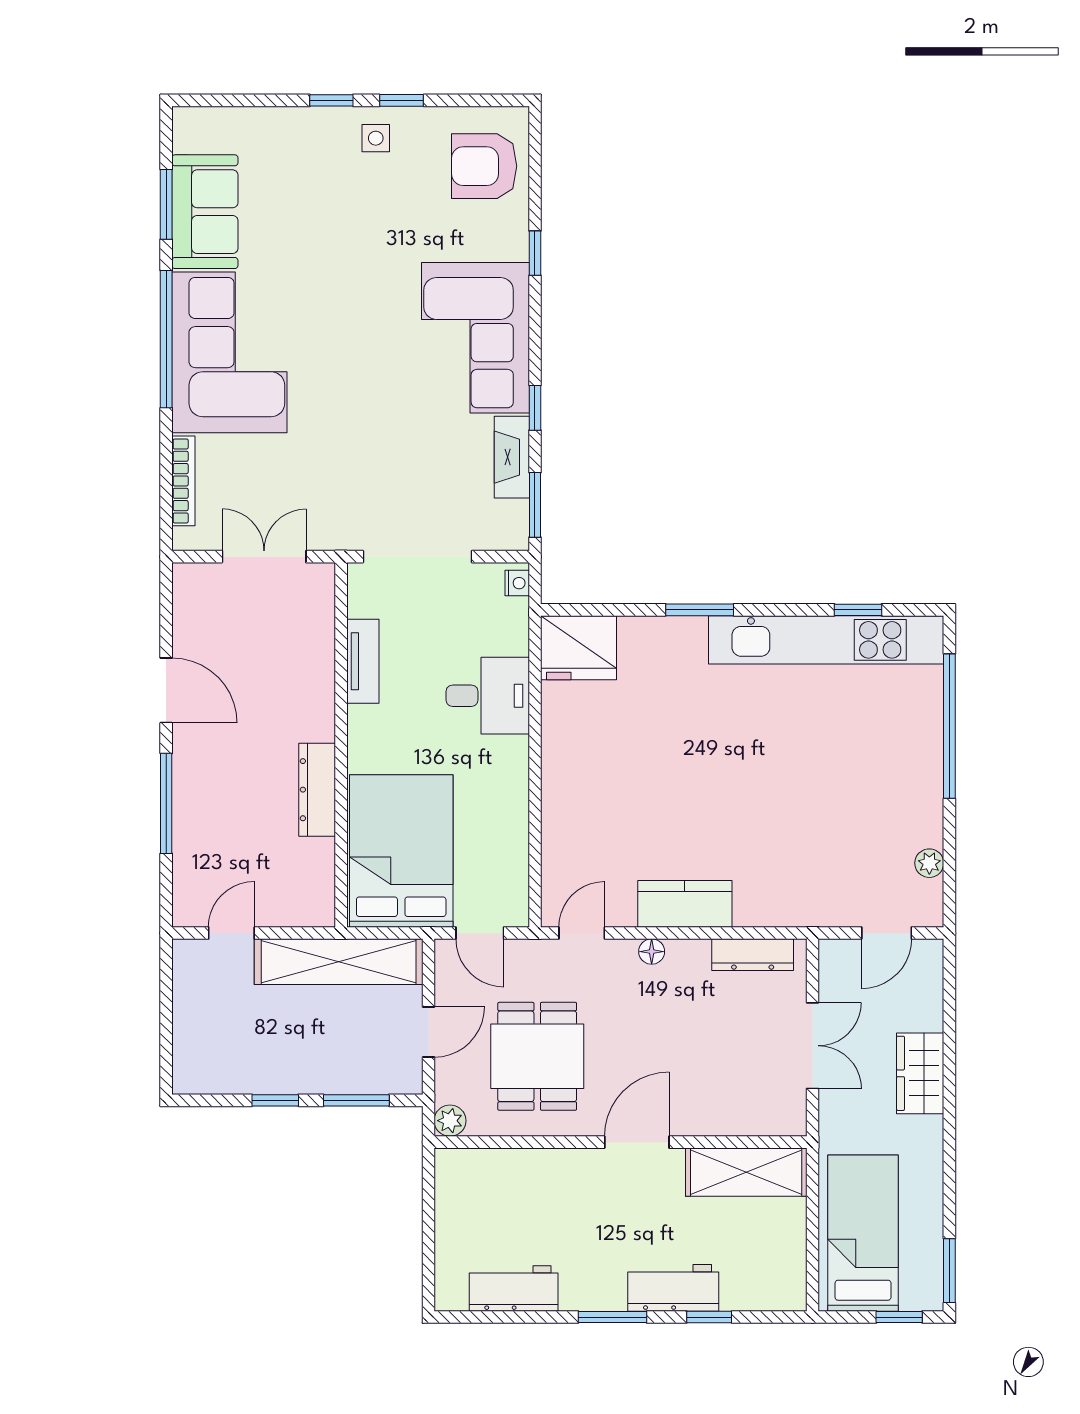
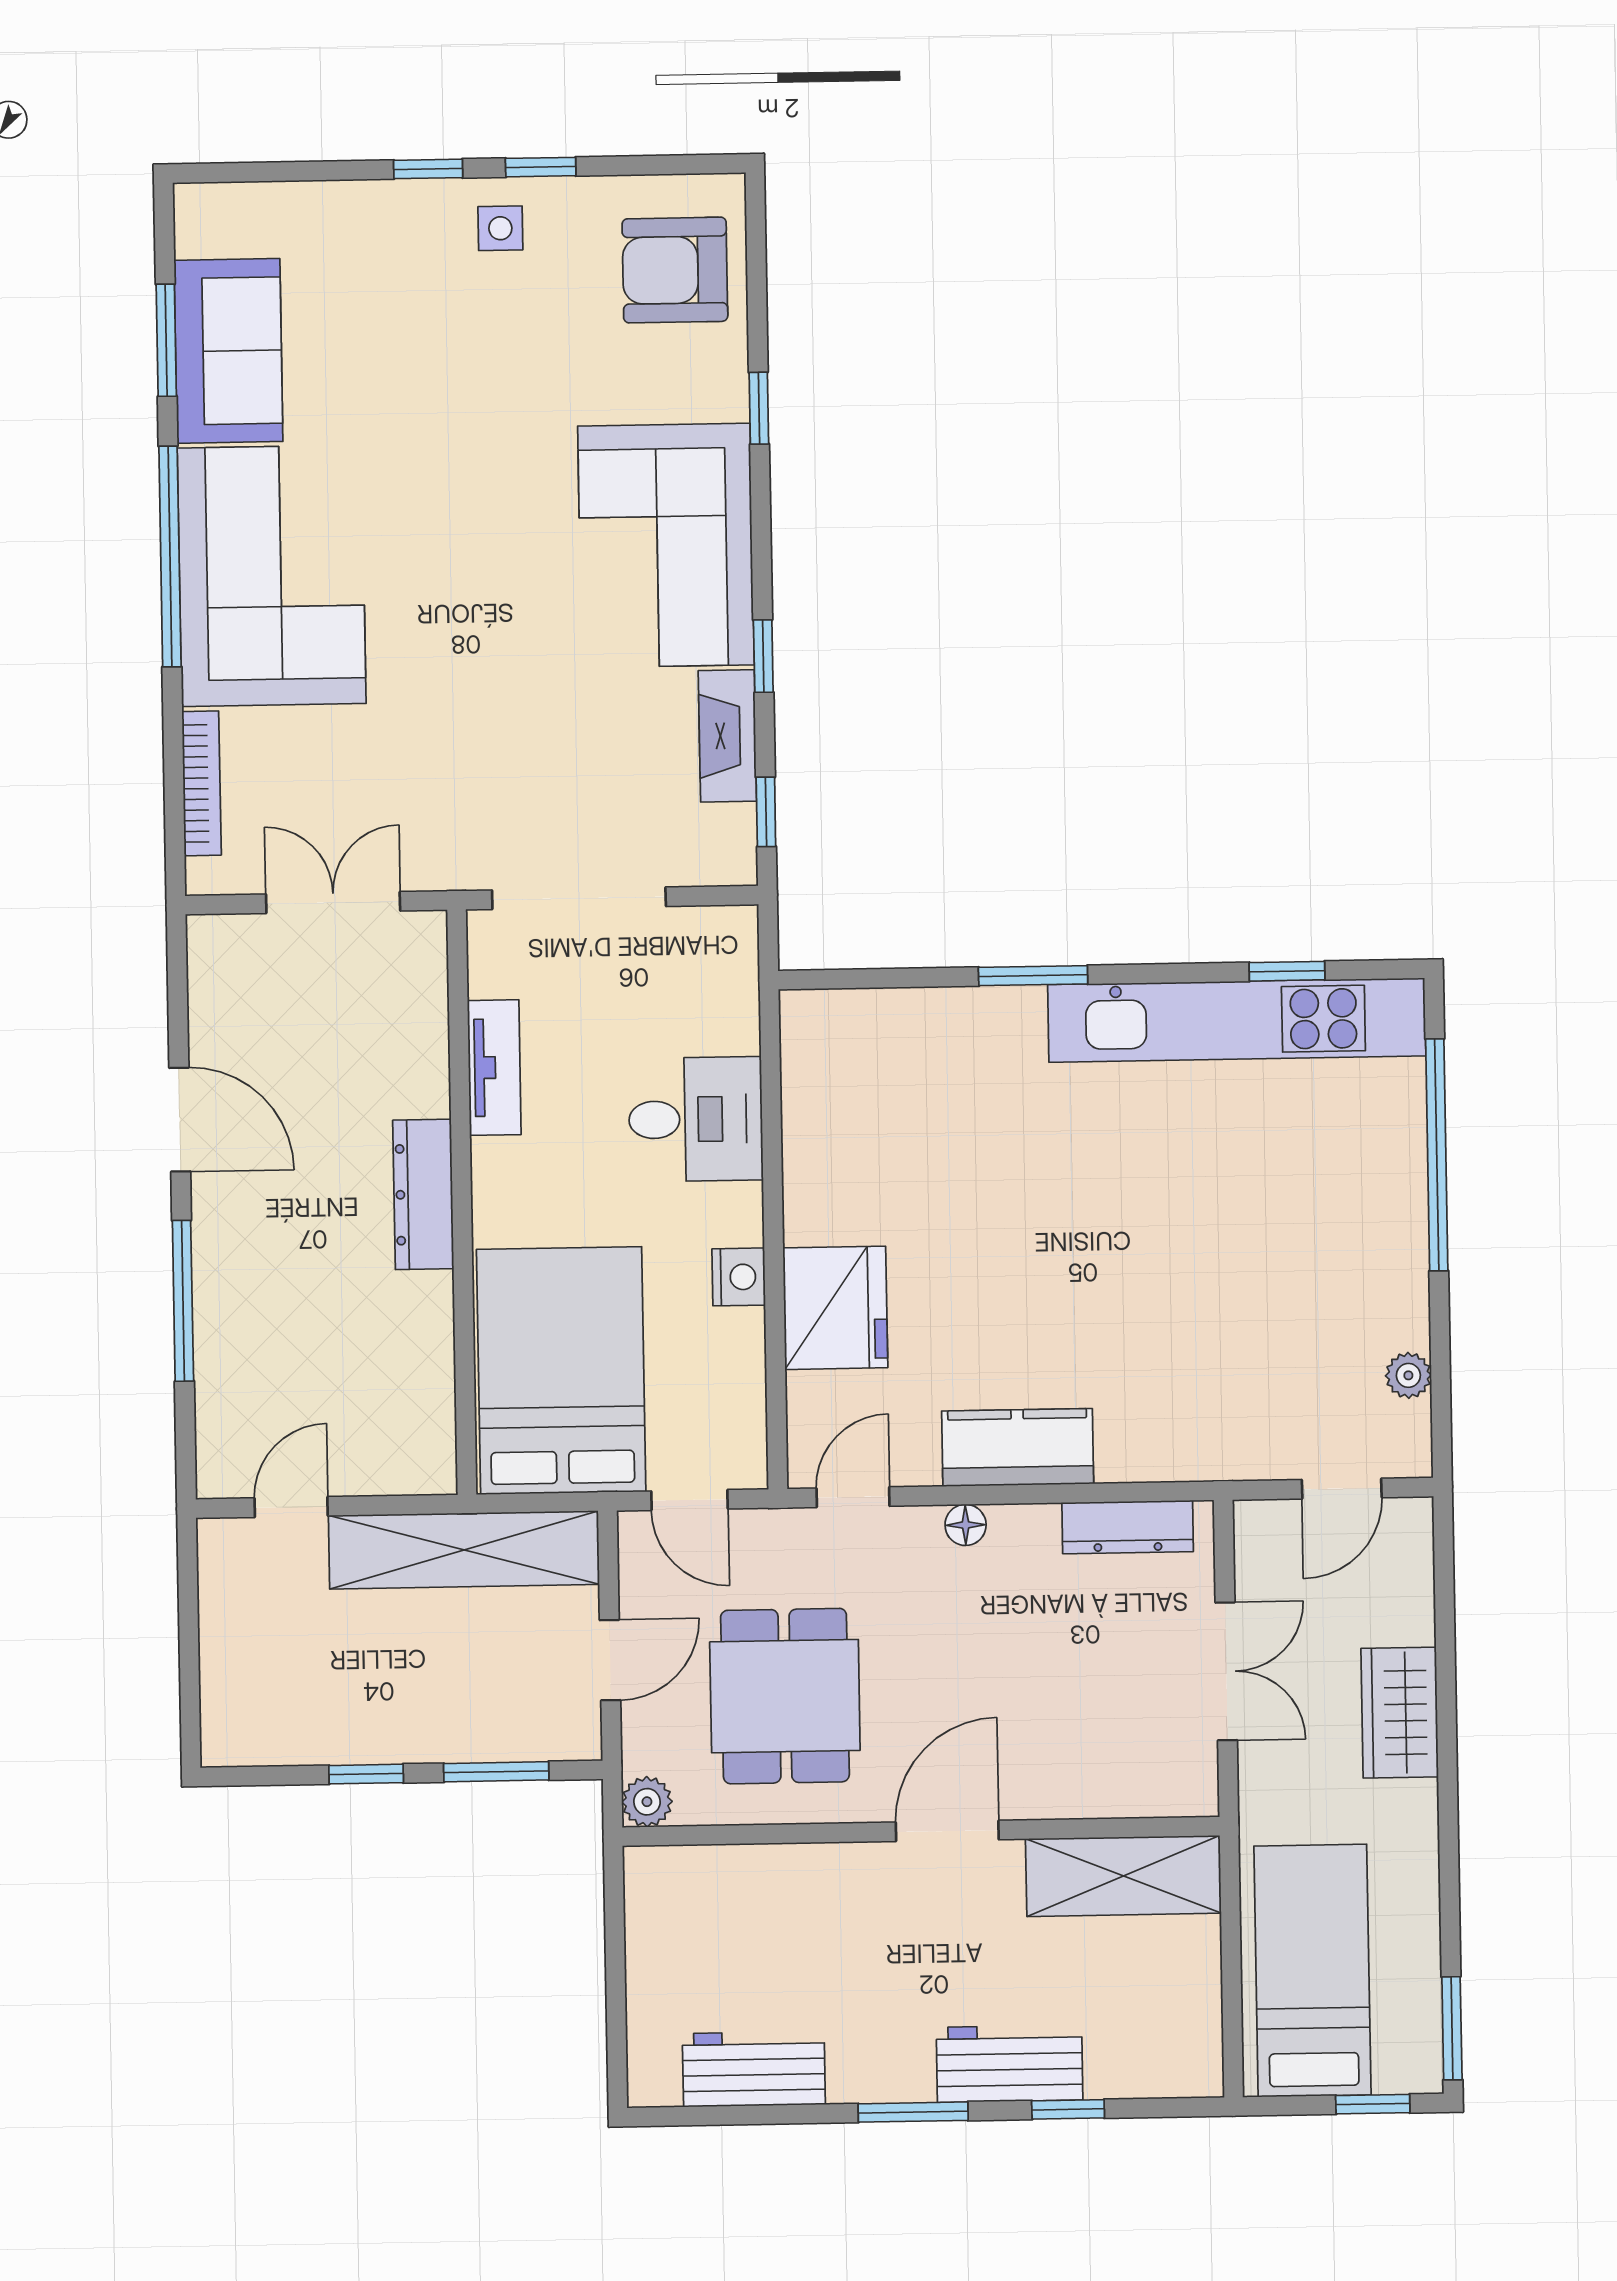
window: (535, 505) -> (766, 812), width x0.67
nightstand: (517, 583) -> (739, 1277), moved, width x1.39, depth x1.35
fridge: (579, 648) -> (835, 1308), moved, turned -90
dresser: (317, 790) -> (423, 1194), moved

